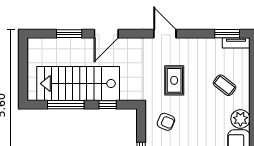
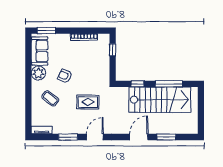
door: (165, 34) -> (95, 137), swing flipped
window: (227, 34) -> (68, 137), moved
rug: (174, 80) -> (88, 102), turned 90
armchair: (166, 122) -> (65, 76), moved

